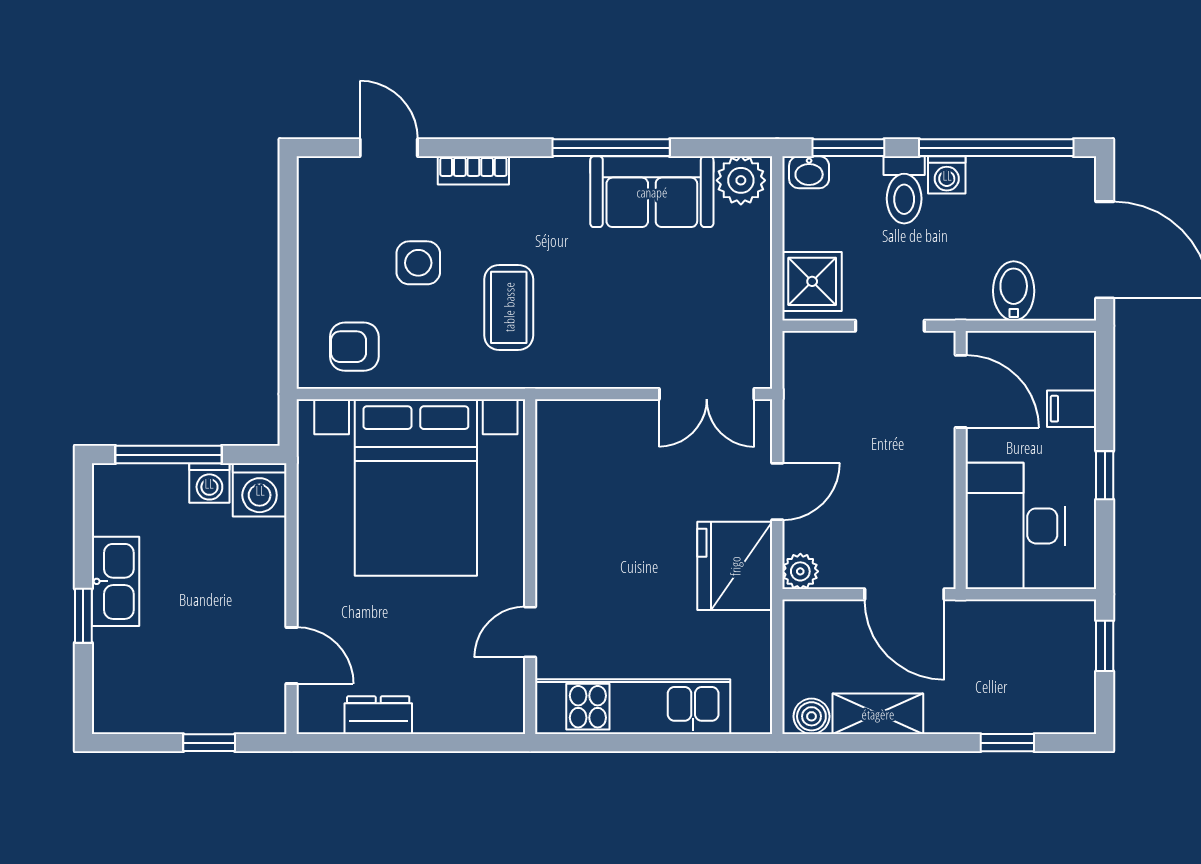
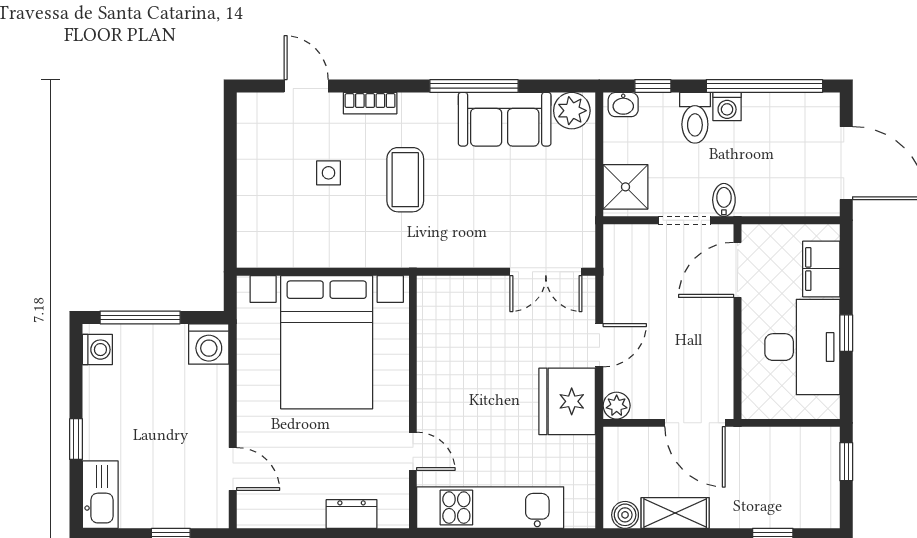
window: (848, 148) -> (653, 86), width x0.67
side table: (418, 263) -> (328, 173), width x0.73, depth x0.73
bidet: (1014, 291) -> (724, 200), moved, width x0.72, depth x0.74
coffee table: (509, 307) -> (405, 180), moved
armchair: (354, 347) -> (280, 236), removed
door: (961, 391) -> (738, 270), swing flipped
filing cabinet: (1072, 409) -> (821, 269), width x2.00
washing machine: (209, 483) -> (97, 350), moved, turned -90
desk: (1015, 526) -> (802, 347), moved, turned 180
kitchen sink: (116, 581) -> (100, 495), moved
door: (530, 632) -> (413, 451), swing flipped
dresser: (378, 715) -> (352, 514), moved

